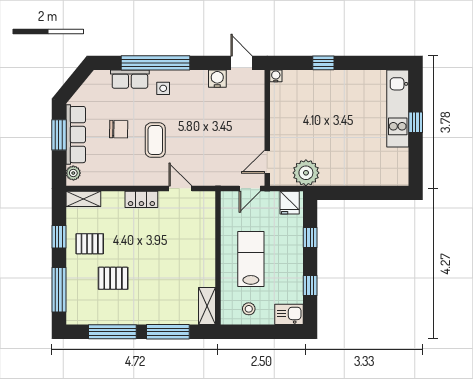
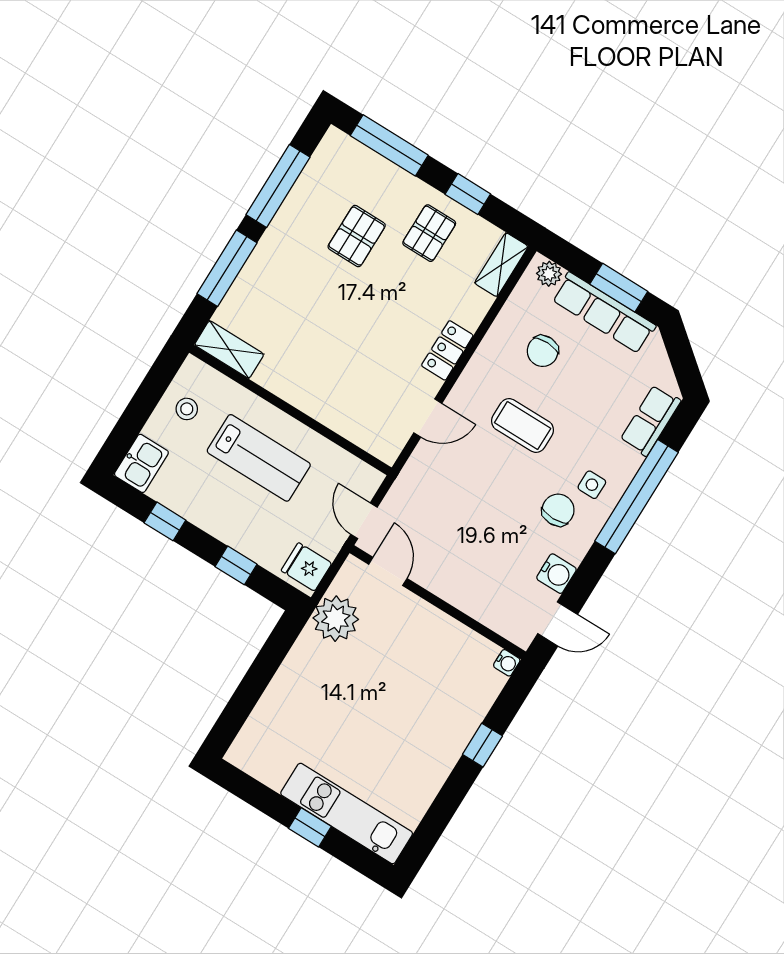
row of seats: (130, 79) -> (651, 420), moved
chair: (186, 97) -> (558, 510), added
chair: (119, 129) -> (543, 351), moved

